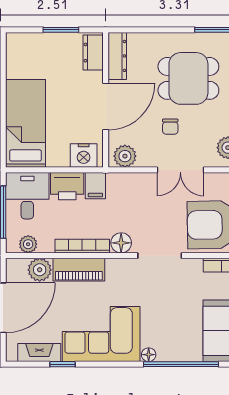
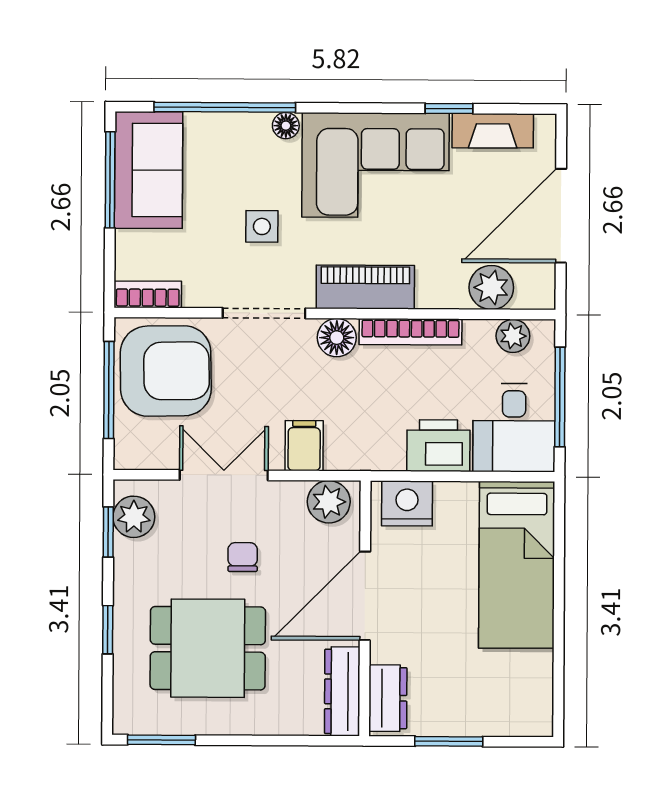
filing cabinet: (95, 186) -> (304, 446), moved
piano: (79, 270) -> (365, 287), moved
side table: (161, 301) -> (262, 226), added

